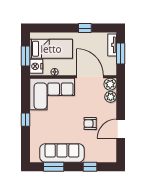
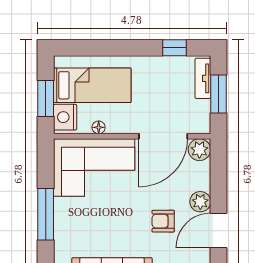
window: (85, 28) -> (174, 48), moved
door: (90, 77) -> (163, 136), swing flipped
plant: (111, 97) -> (200, 202), moved
window: (25, 120) -> (46, 214), width x2.17

